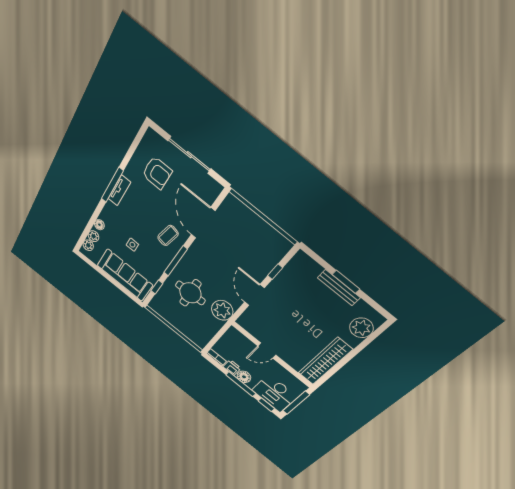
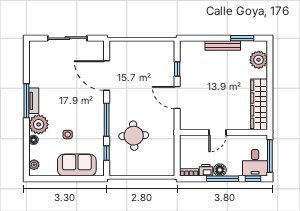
armchair: (157, 173) -> (53, 67), removed
coffee table: (168, 235) -> (89, 105), removed
plant: (93, 236) -> (39, 124), moved, width x1.88, depth x1.88
sofa: (125, 275) -> (77, 165), width x0.73
window: (346, 282) -> (242, 38), moved
plant: (222, 310) -> (165, 129), removed
desk: (275, 393) -> (255, 163), width x0.73

